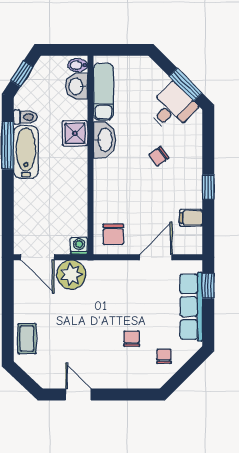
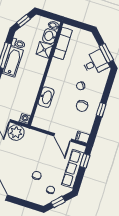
shower: (75, 133) -> (44, 50), moved
washbasin: (104, 140) -> (46, 97), moved
filing cabinet: (191, 218) -> (83, 137), moved
chair: (113, 234) -> (82, 106), moved
door: (156, 257) -> (63, 137), swing flipped
window: (184, 373) -> (58, 202), added

